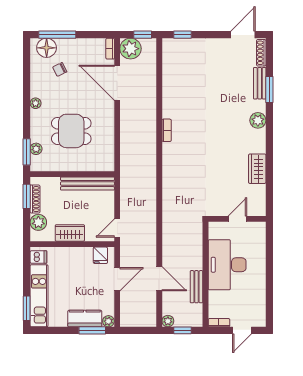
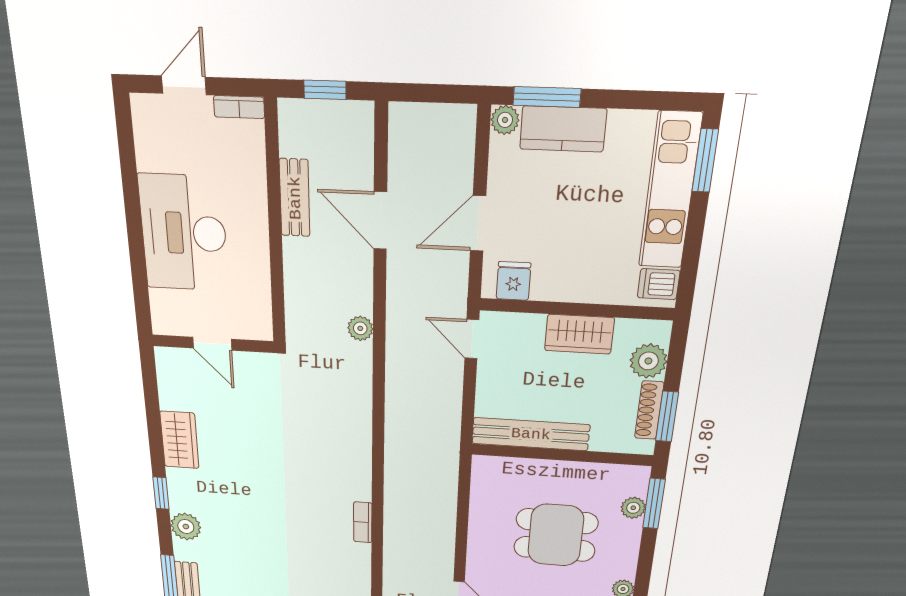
window: (269, 139) -> (161, 493), added
door: (237, 219) -> (212, 344), hinge flipped
door: (117, 228) -> (472, 339), swing flipped
desk: (227, 265) -> (184, 233), moved, turned 180
plant: (168, 321) -> (360, 328), moved

